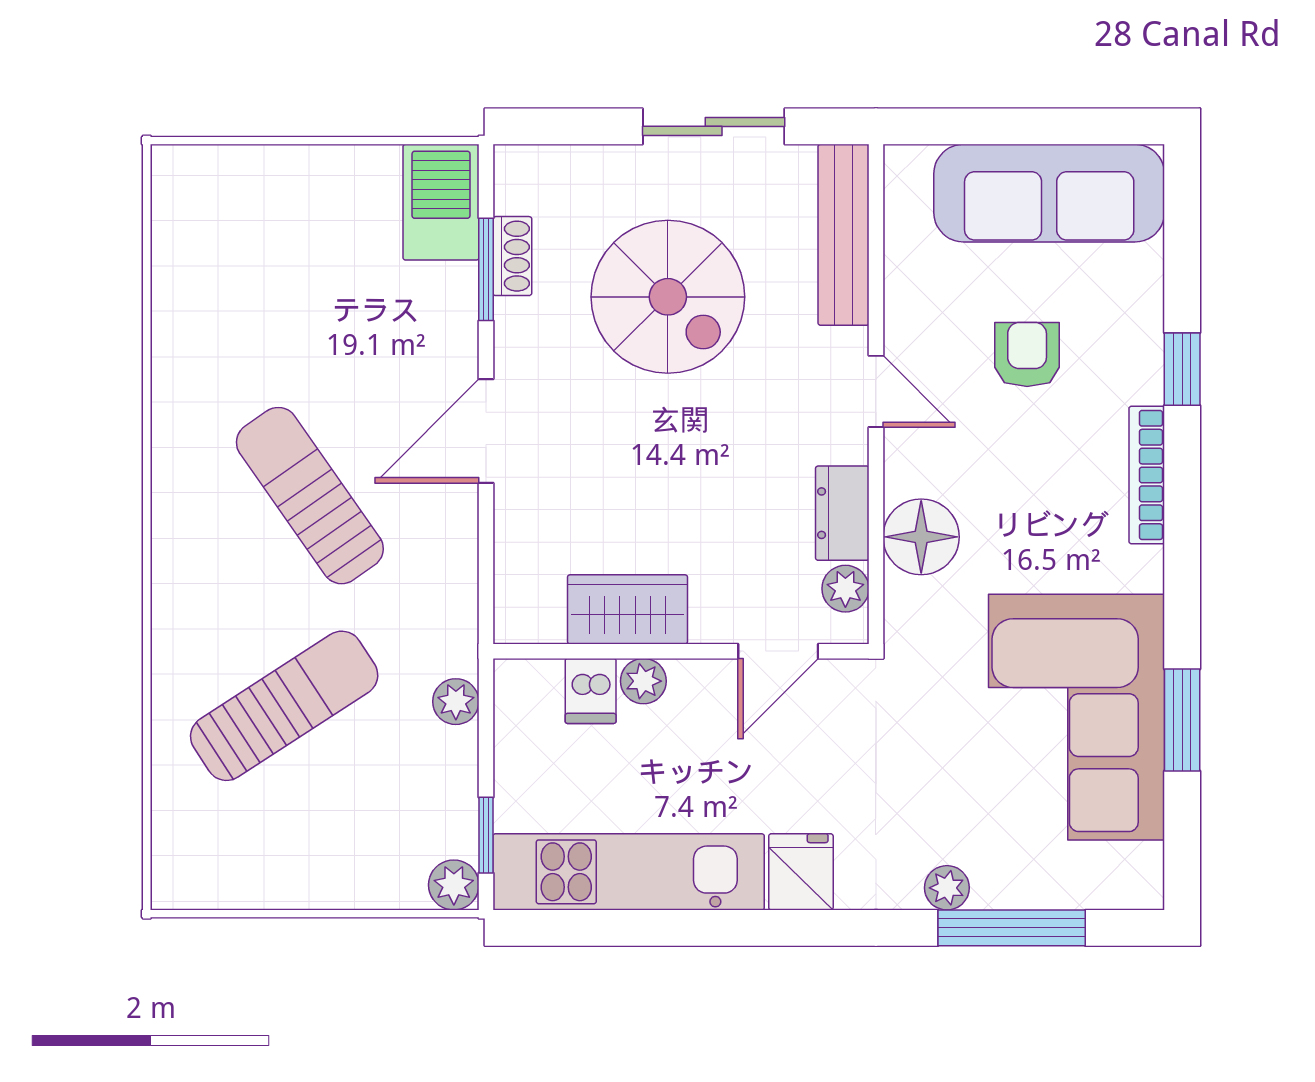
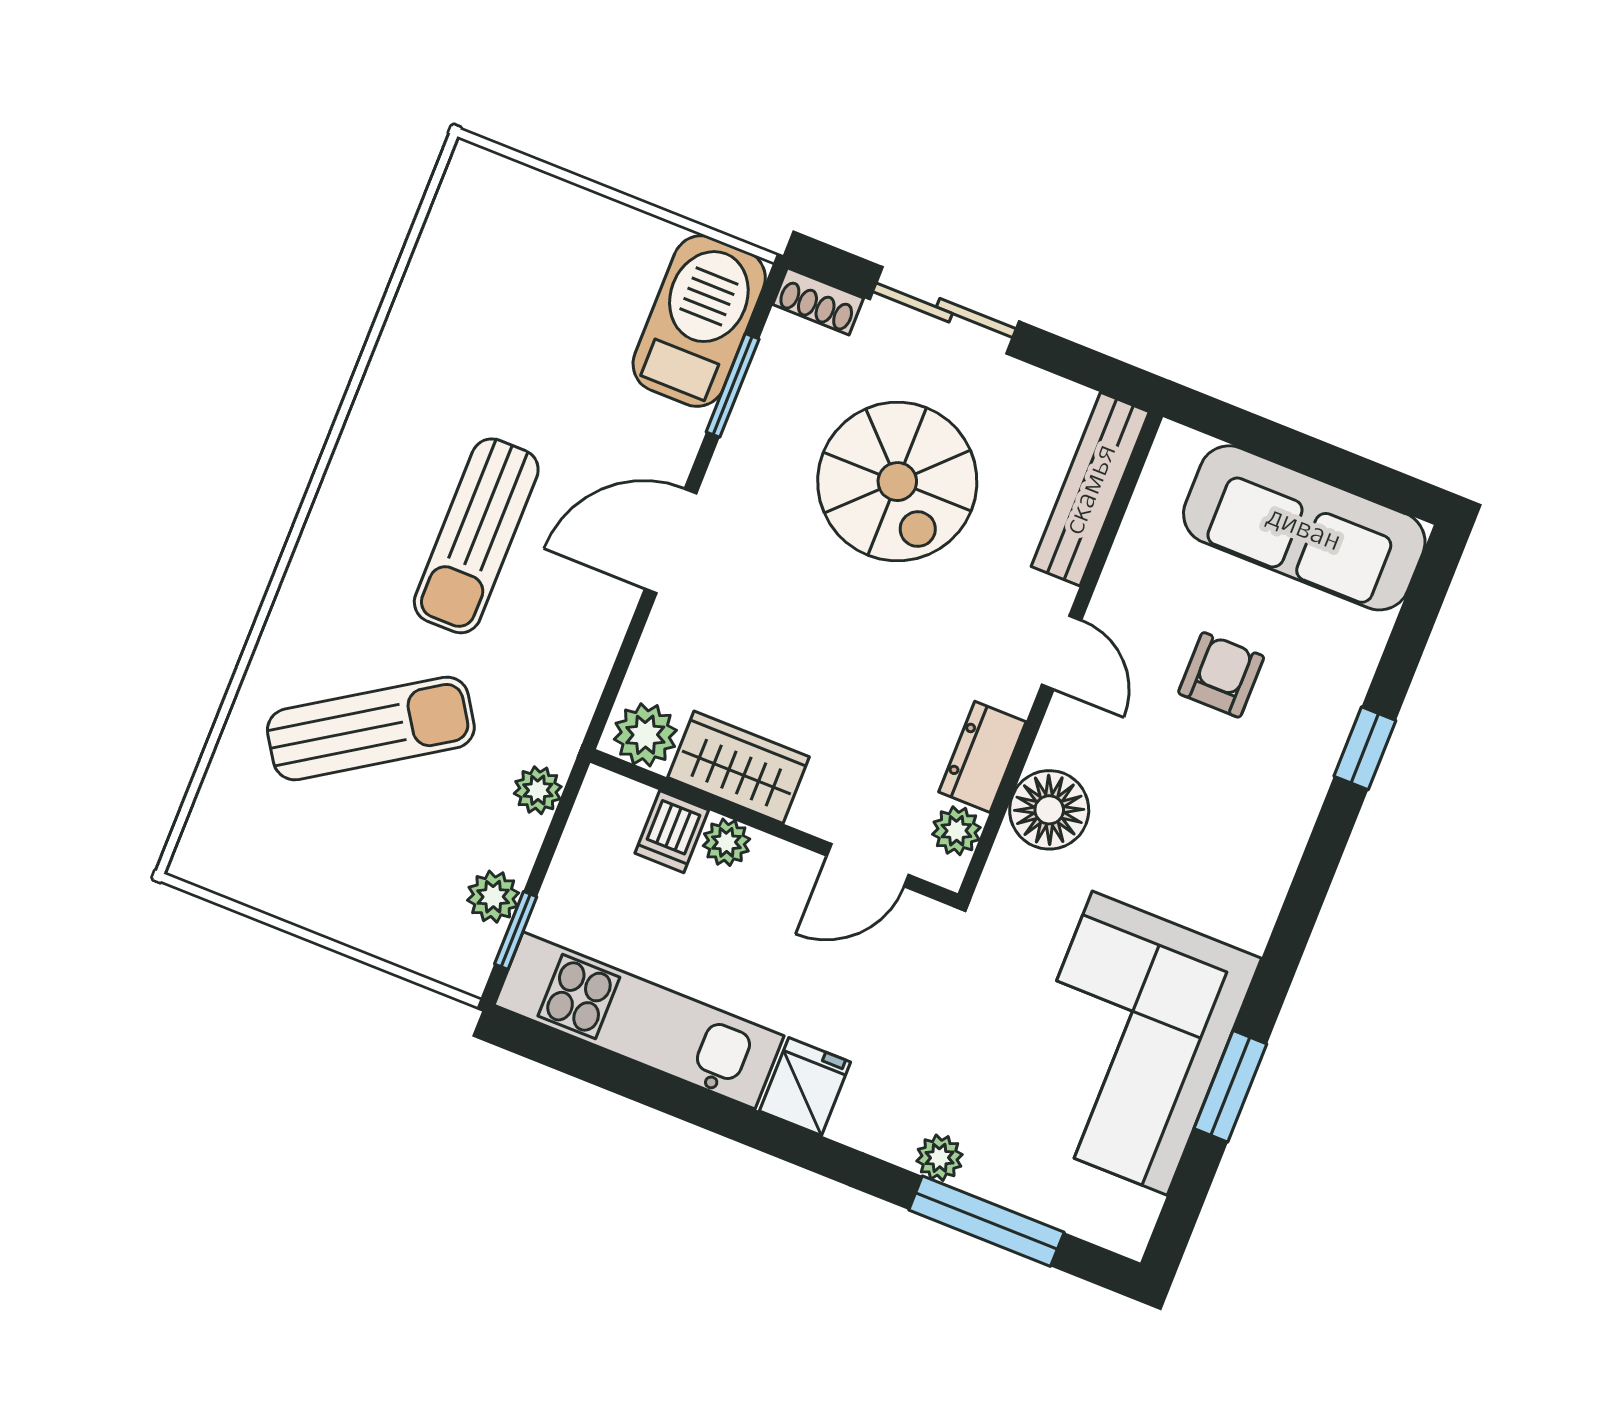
sliding door: (714, 126) -> (944, 310), moved
barbecue: (441, 202) -> (699, 321), width x1.37, depth x1.21
shoe rack: (512, 256) -> (818, 301), moved, turned 90
bookcase: (1147, 475) -> (1290, 837), removed
sun lounger: (310, 496) -> (476, 536), turned -145
plant: (532, 614) -> (645, 735), added
plant: (454, 885) -> (493, 897), moved

